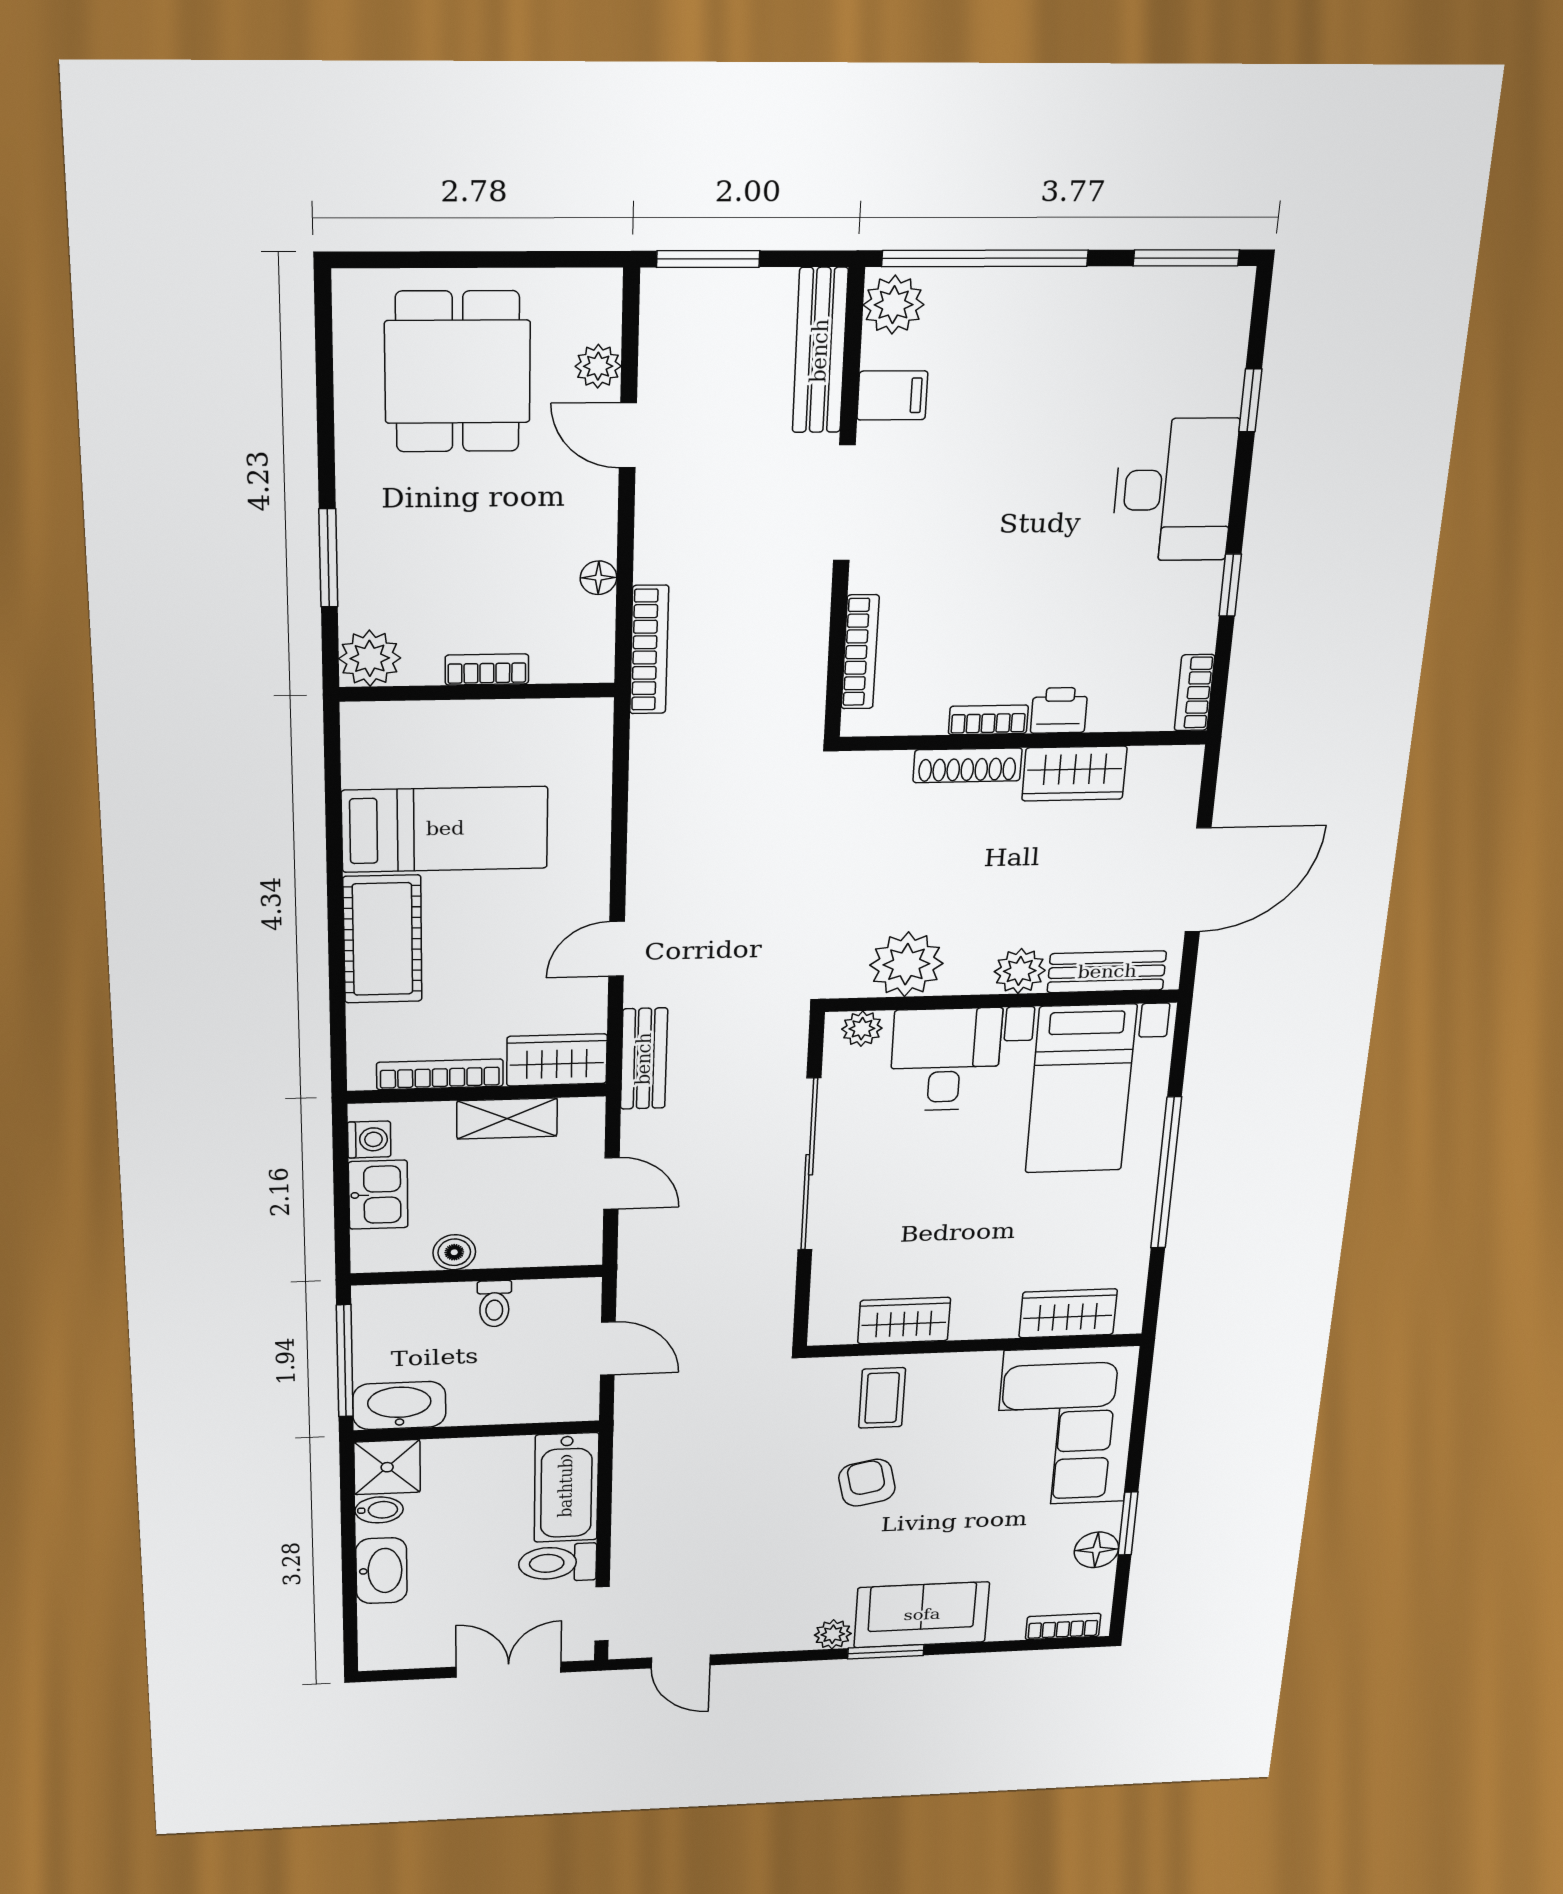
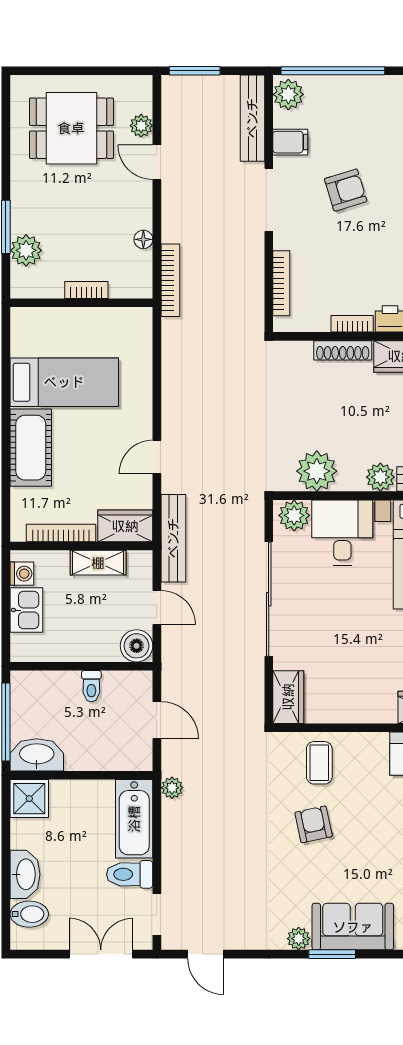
dining table: (458, 372) -> (71, 128), turned 90
armchair: (994, 484) -> (346, 190), added
plant: (370, 658) -> (26, 250), moved
plant: (862, 1029) -> (294, 515), width x1.38, depth x1.38
bench: (644, 1059) -> (173, 538), width x1.36
boiler: (454, 1252) -> (137, 646), moved, width x1.36, depth x1.36
wardrobe: (904, 1321) -> (288, 697), moved, turned 90
plant: (631, 1442) -> (172, 788), added
bidet: (379, 1510) -> (29, 914), moved, width x1.38, depth x1.36

